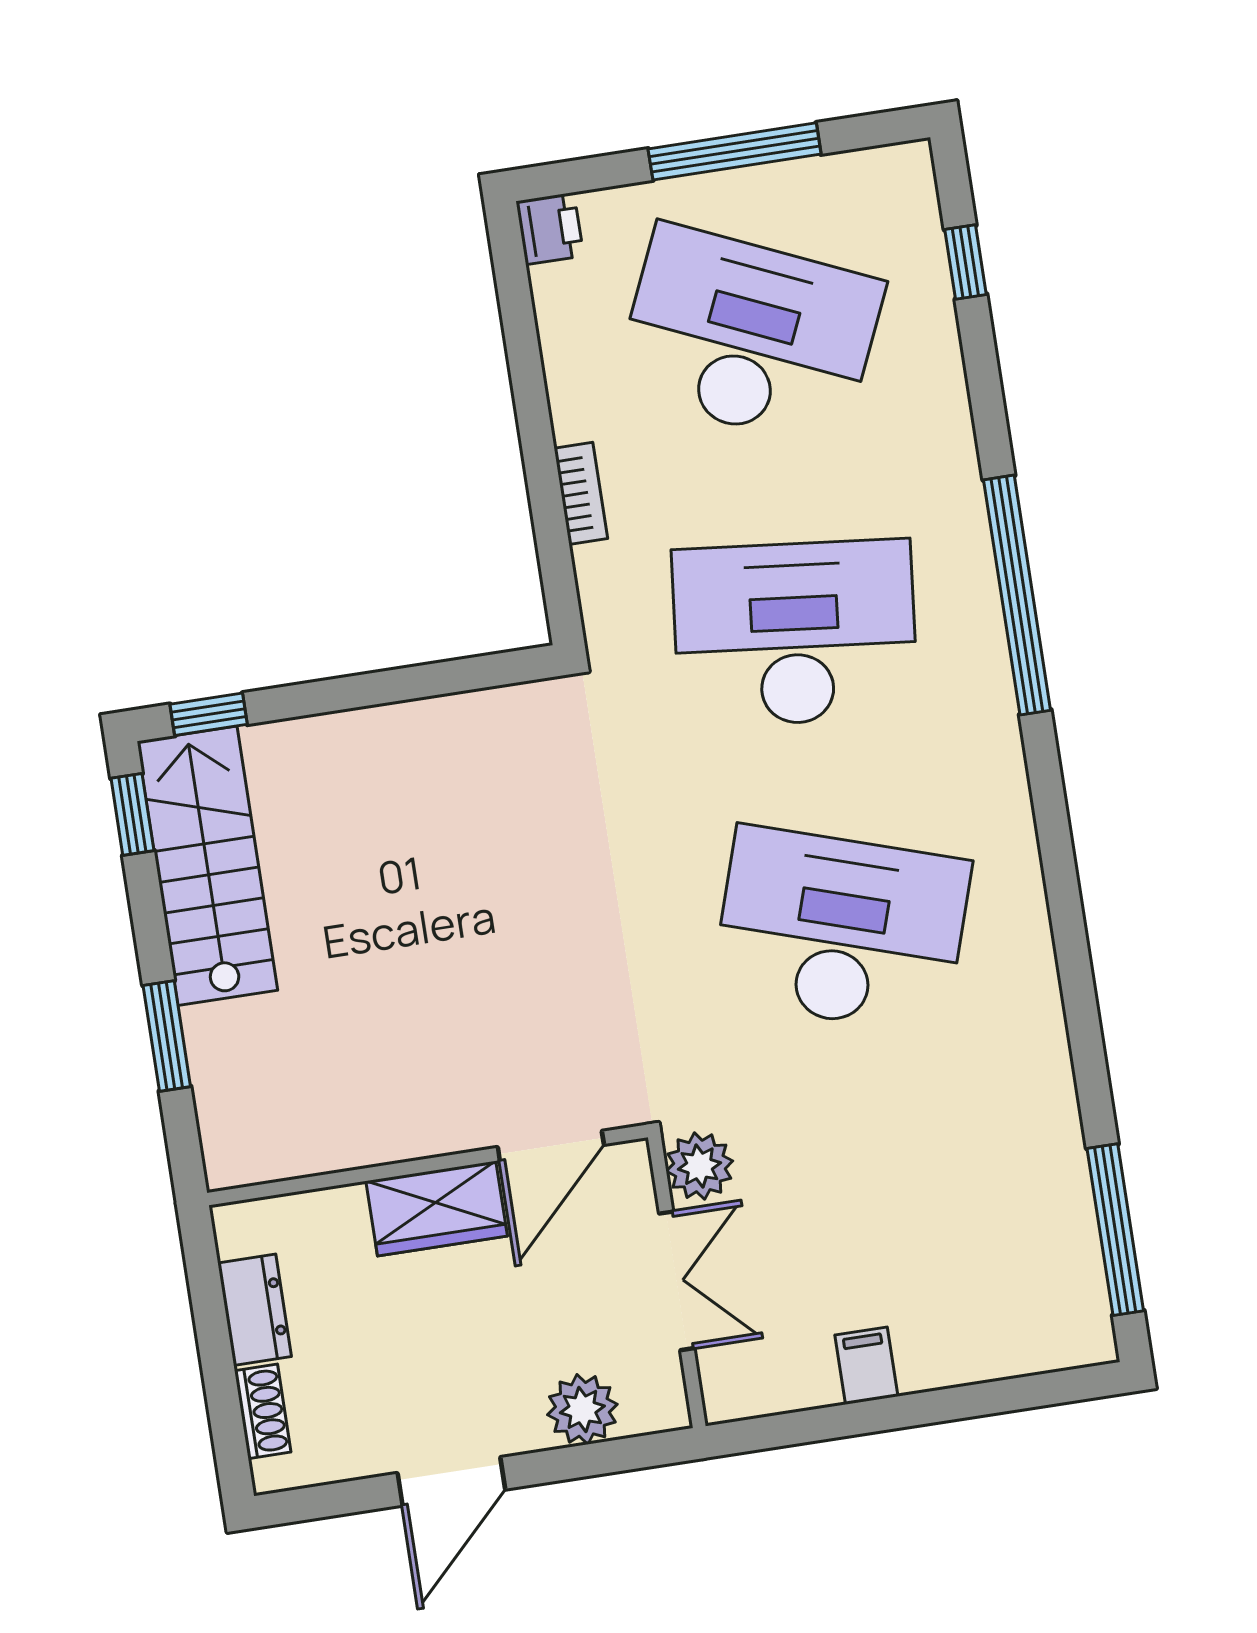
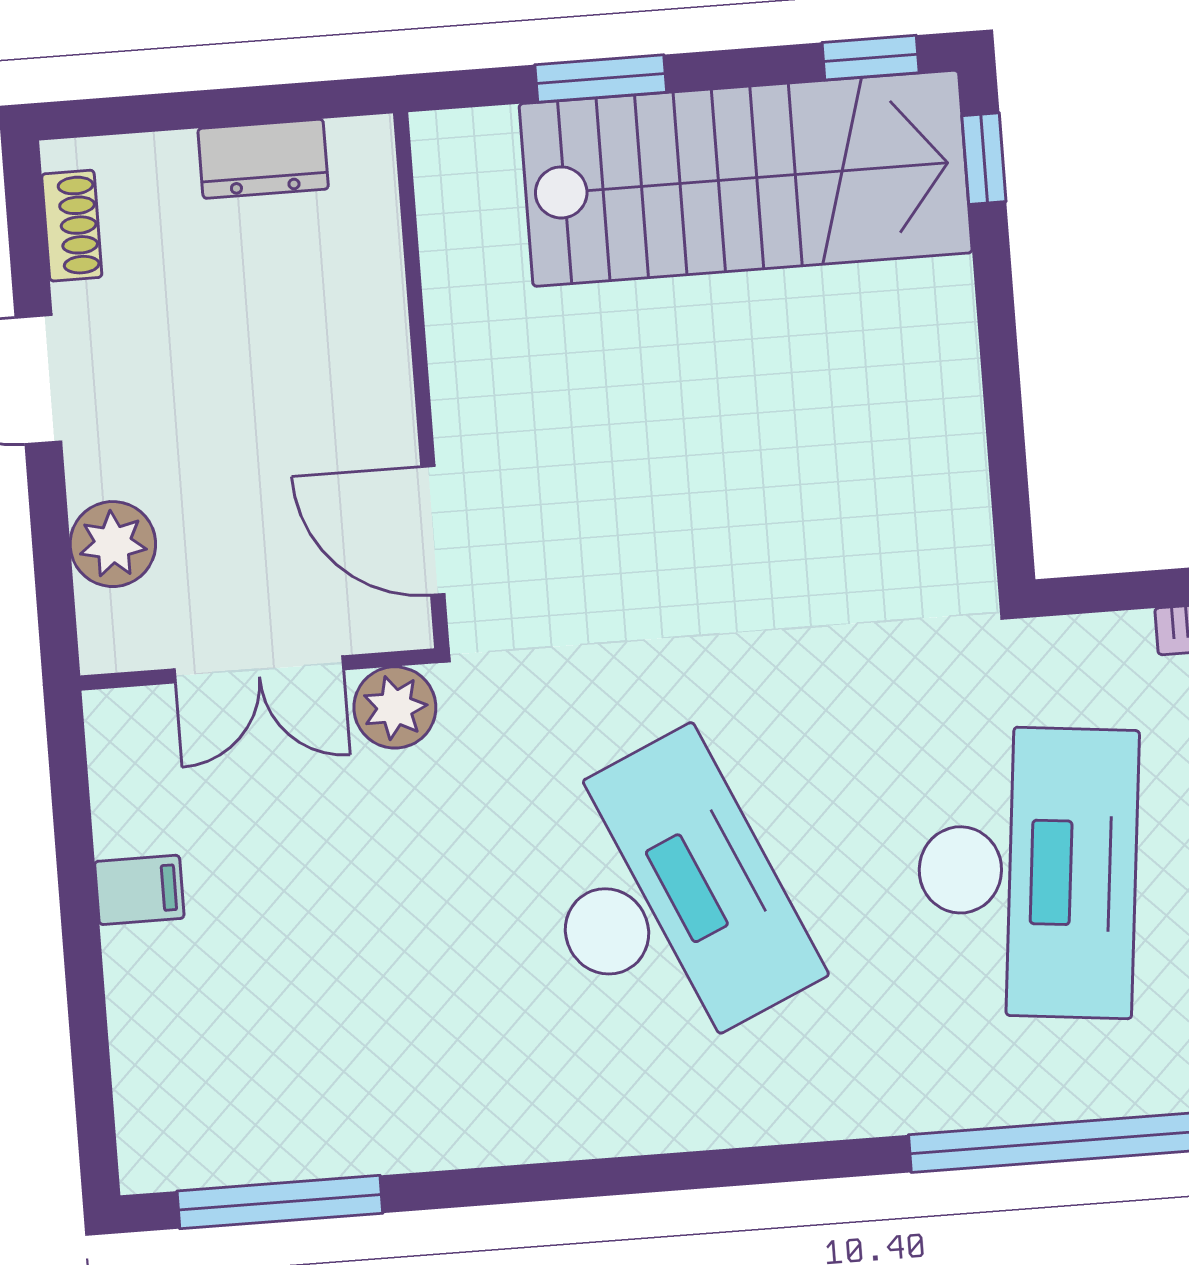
stairs: (207, 866) -> (746, 178), width x1.36, depth x1.51
desk: (841, 930) -> (666, 900), turned -42
wardrobe: (437, 1209) -> (368, 387), removed
shoe rack: (263, 1411) -> (72, 226), moved, turned -90

